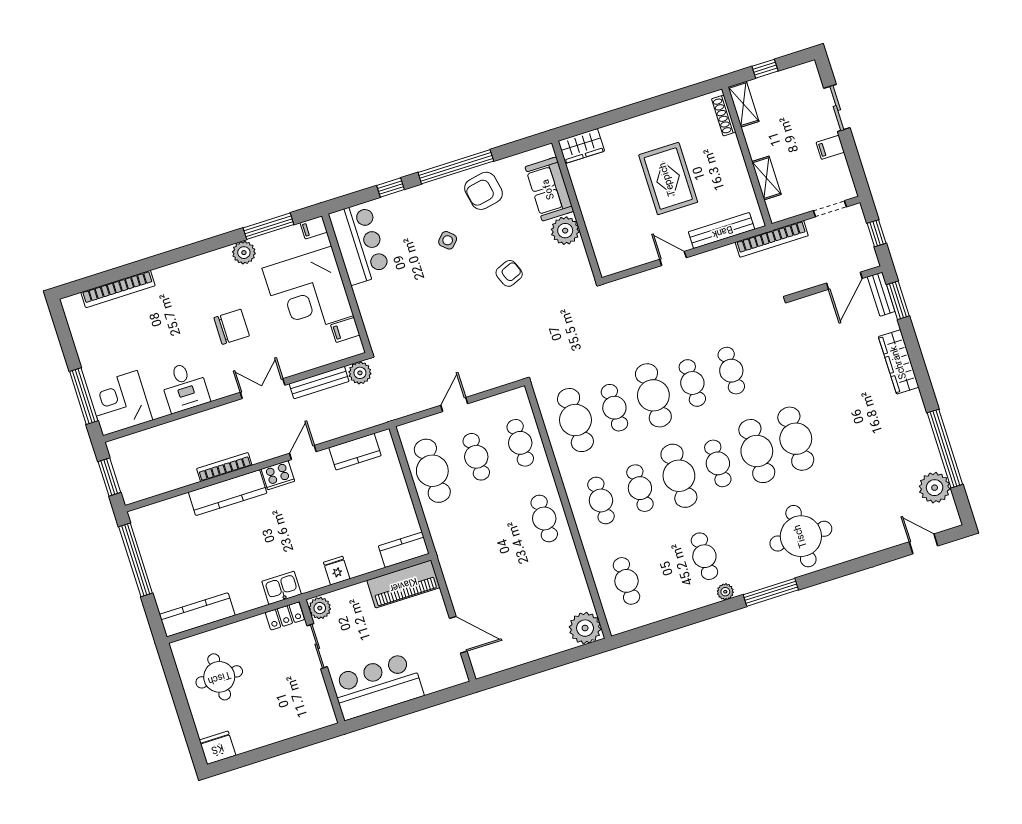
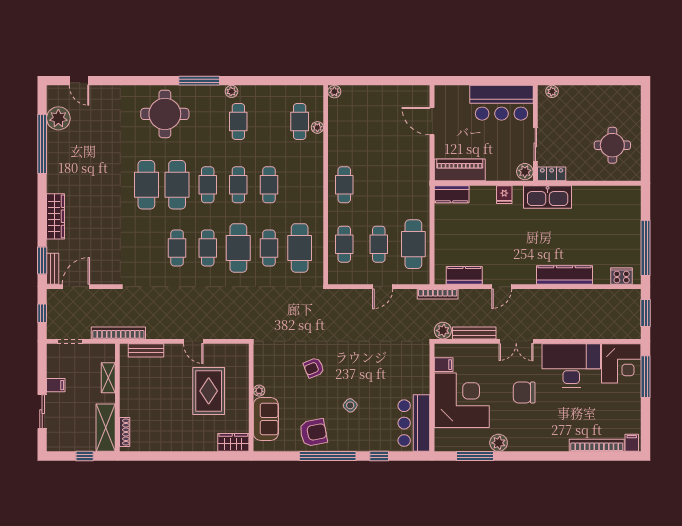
shelving: (744, 104) -> (106, 428), width x1.50, depth x1.33
rug: (668, 179) -> (209, 391), moved
filing cabinet: (314, 227) -> (632, 443), moved, turned -90
plant: (565, 231) -> (259, 391), width x0.53, depth x0.53
bench: (722, 231) -> (146, 350), width x0.73
desk: (185, 387) -> (571, 365), width x1.87, depth x1.30
bookcase: (224, 467) -> (438, 294), moved
cooker: (278, 475) -> (622, 276), moved
cafe table: (679, 476) -> (238, 185), width x0.73, depth x0.74
cafe table: (601, 500) -> (300, 185), removed
plant: (601, 581) -> (317, 127), added
kitchen sink: (282, 588) -> (548, 197), width x1.88, depth x1.24
kitchen counter: (197, 615) -> (614, 194), removed
plant: (585, 628) -> (334, 92), width x0.53, depth x0.53
plant: (318, 721) -> (552, 91), added
fridge: (217, 748) -> (630, 95), removed

